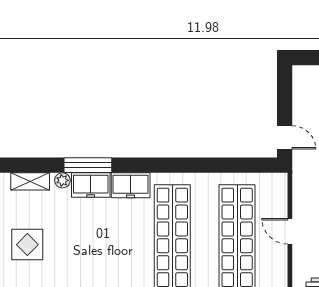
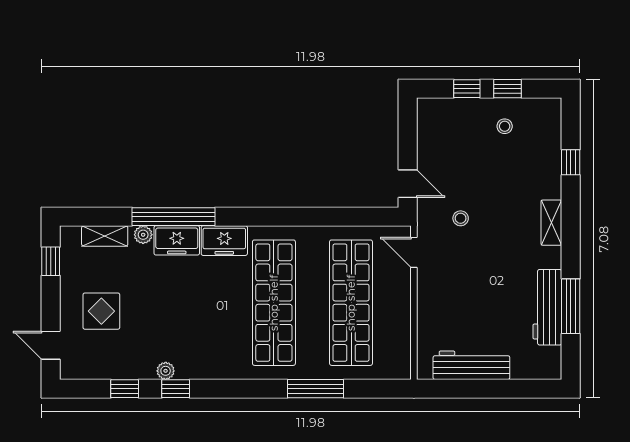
window: (88, 165) -> (173, 217), width x1.46
door: (290, 231) -> (414, 252), moved

